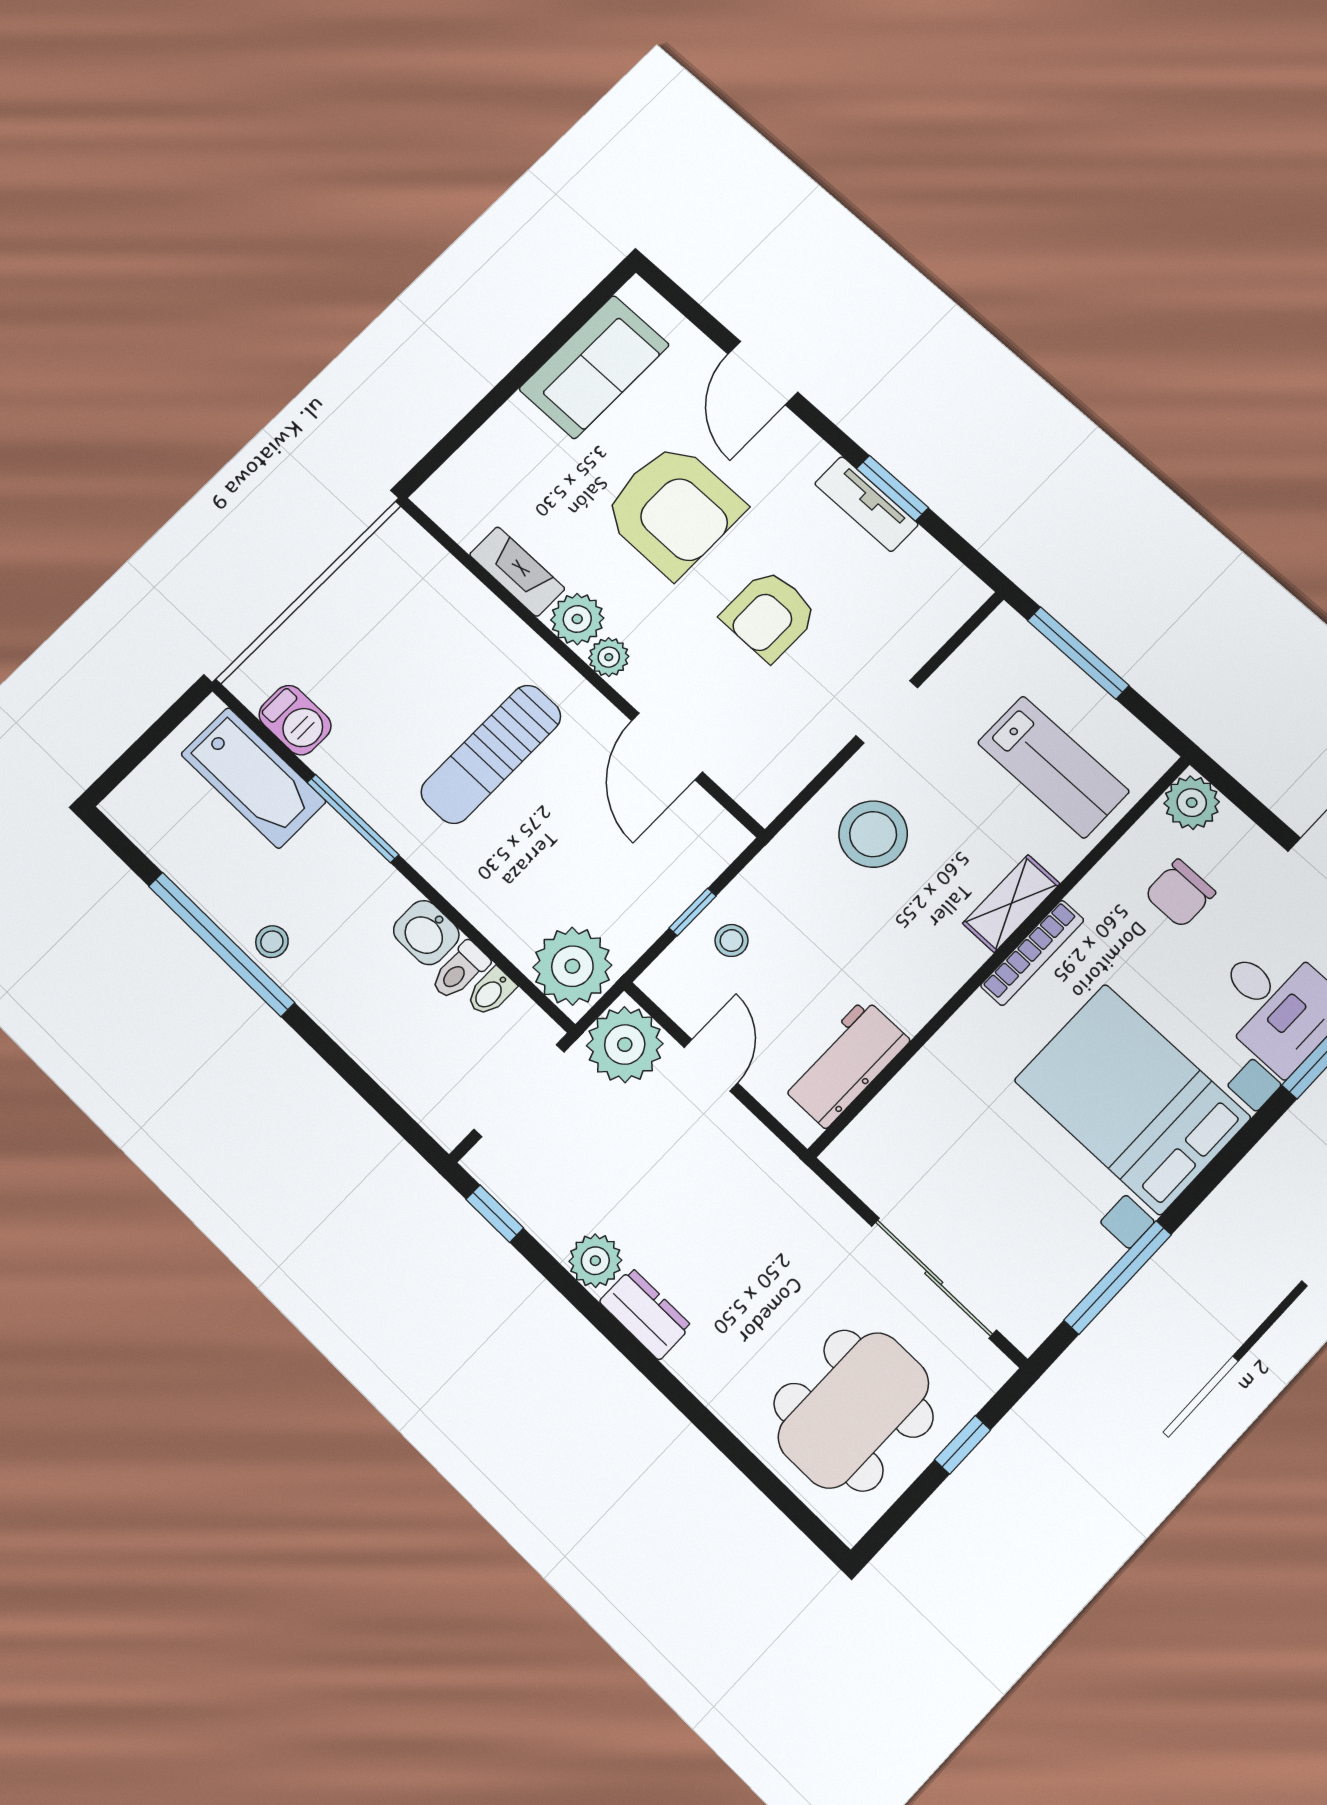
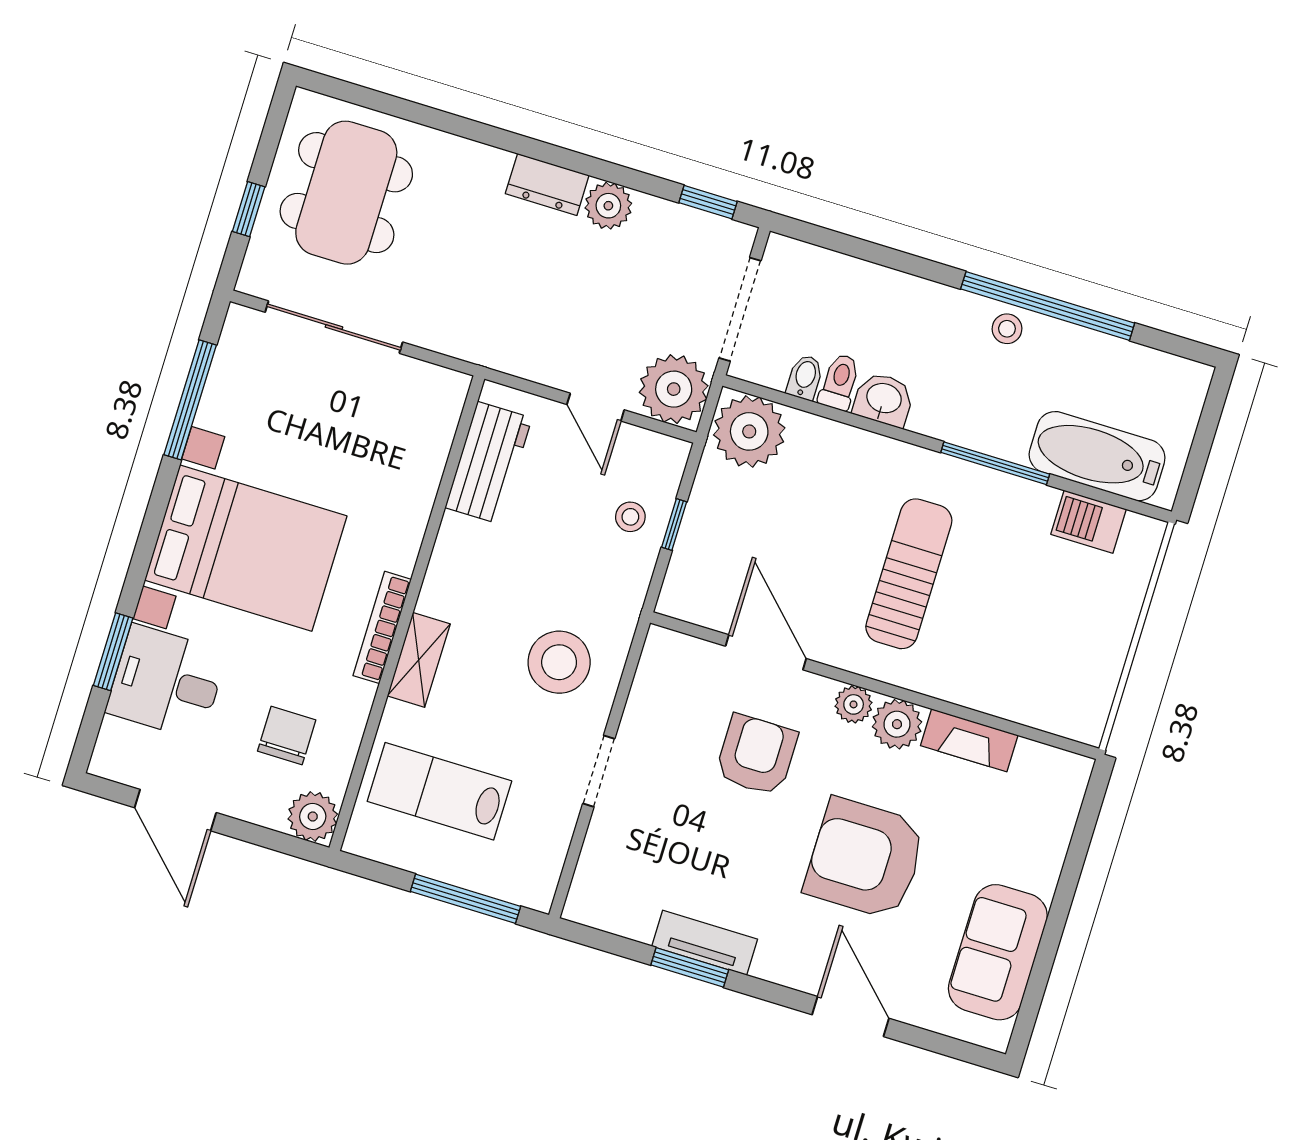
armchair: (770, 615) -> (756, 755), moved

